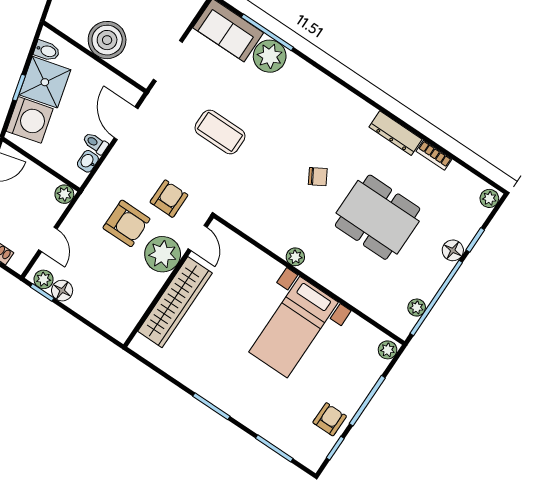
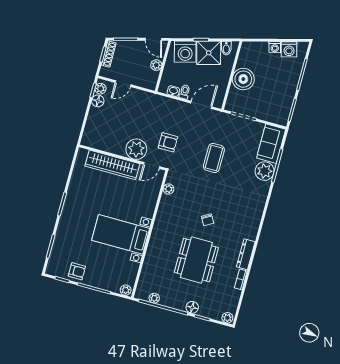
plant: (64, 194) -> (156, 65), moved
armchair: (126, 223) -> (146, 124), removed
plant: (295, 257) -> (169, 189), moved

